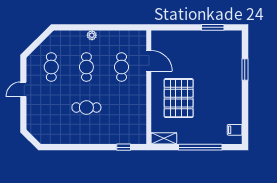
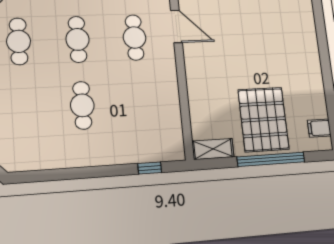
window: (245, 70) -> (321, 35), removed
pallet: (179, 98) -> (263, 119), moved
cafe table: (86, 107) -> (82, 105), turned 90

